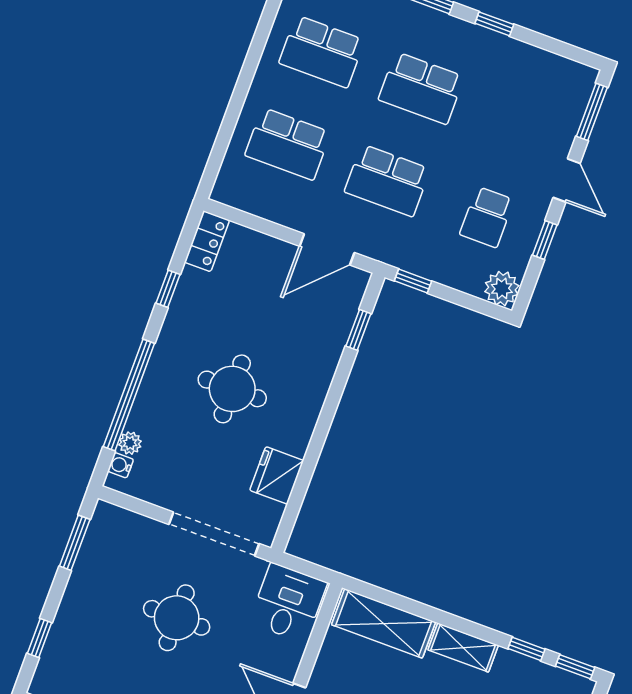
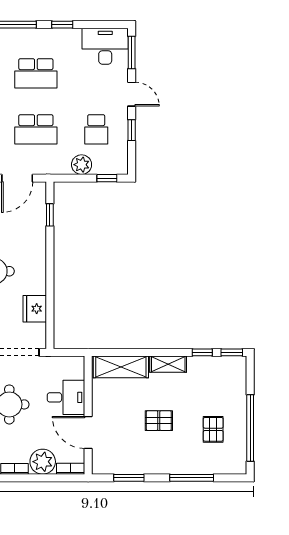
desk: (552, 85) -> (105, 46), added
window: (413, 281) -> (107, 178), moved
plant: (502, 289) -> (82, 165), moved
desk: (288, 603) -> (66, 397), moved, turned 90

